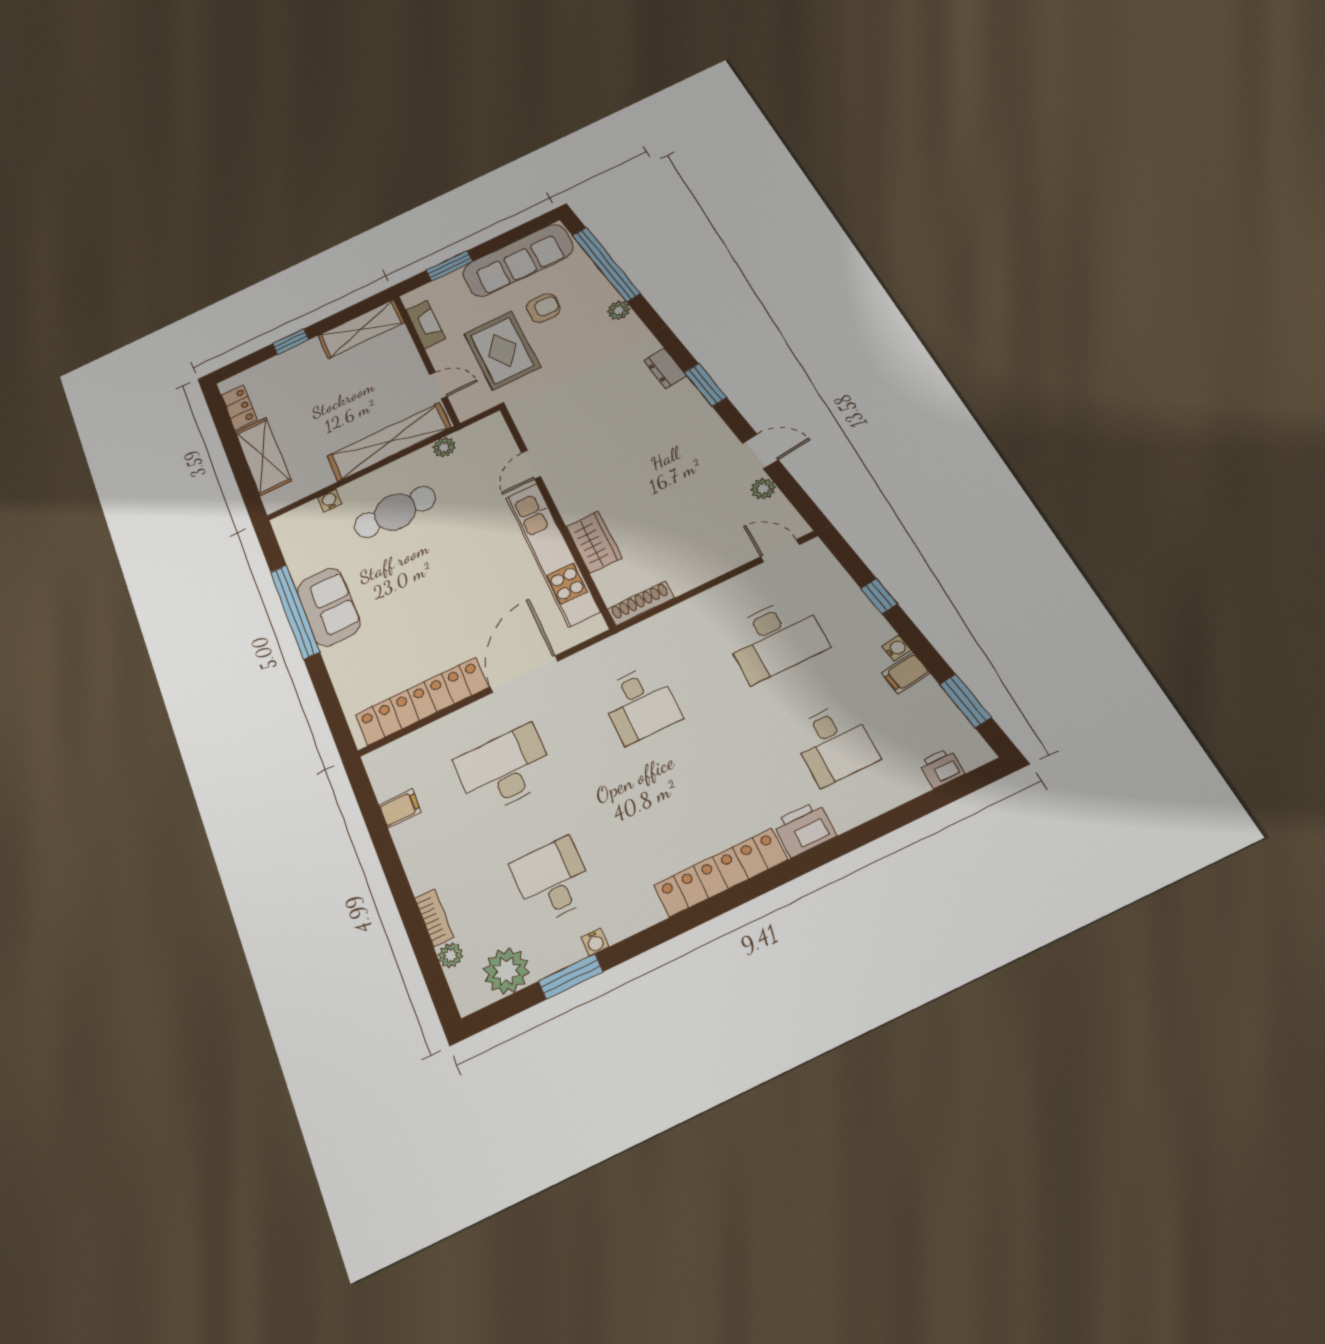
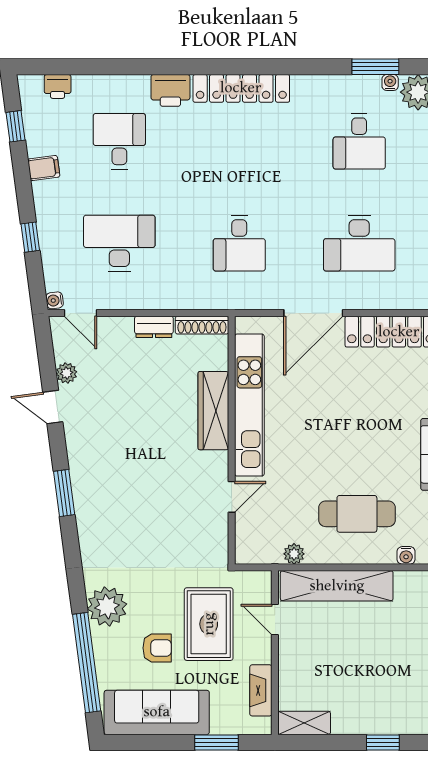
armchair: (543, 308) -> (157, 648), turned 180
plant: (619, 310) -> (107, 607), width x1.87, depth x1.87
shelving: (361, 329) -> (304, 723), width x0.67, depth x0.75
dresser: (665, 368) -> (154, 327), moved, turned 98
wardrobe: (594, 542) -> (213, 411), width x1.50
water cooler: (896, 648) -> (55, 300), moved
window: (965, 701) -> (16, 126), width x0.67
desk: (640, 704) -> (239, 243), turned 180
water cooler: (595, 942) -> (390, 82), moved

